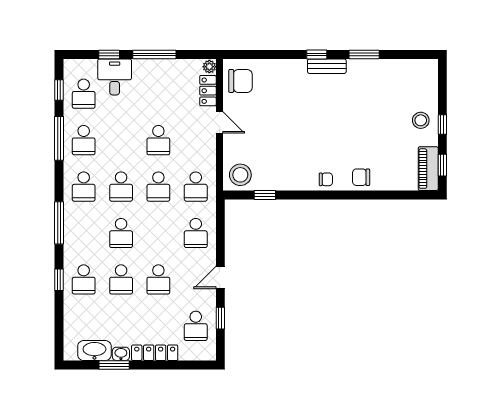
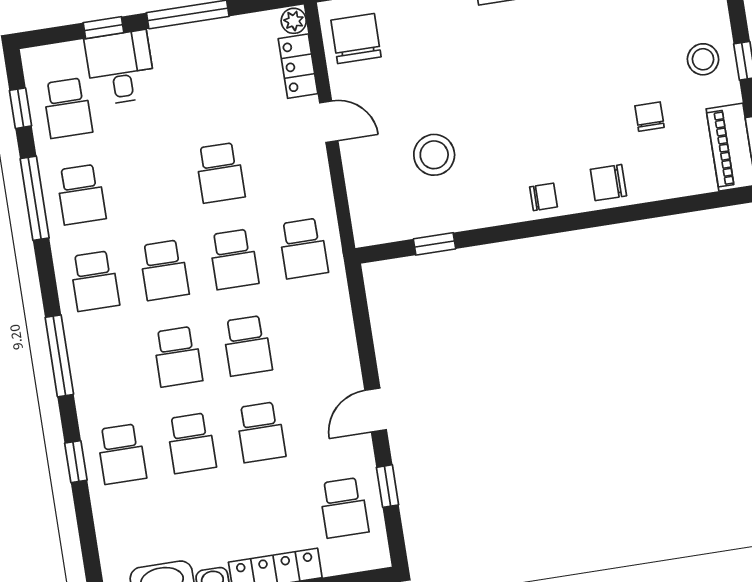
chair: (241, 81) -> (356, 39), turned -90
chair: (388, 146) -> (649, 117), added
stool: (240, 175) -> (434, 155), moved
school desk: (196, 233) -> (247, 346), moved

